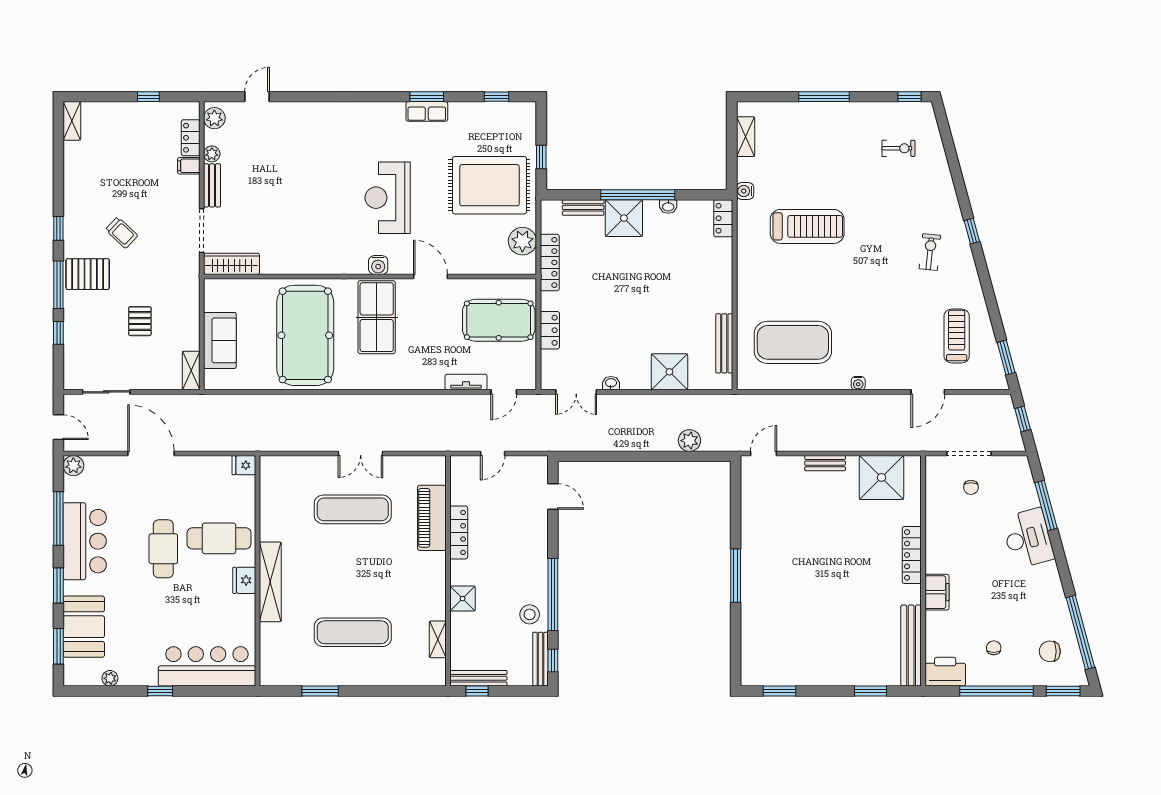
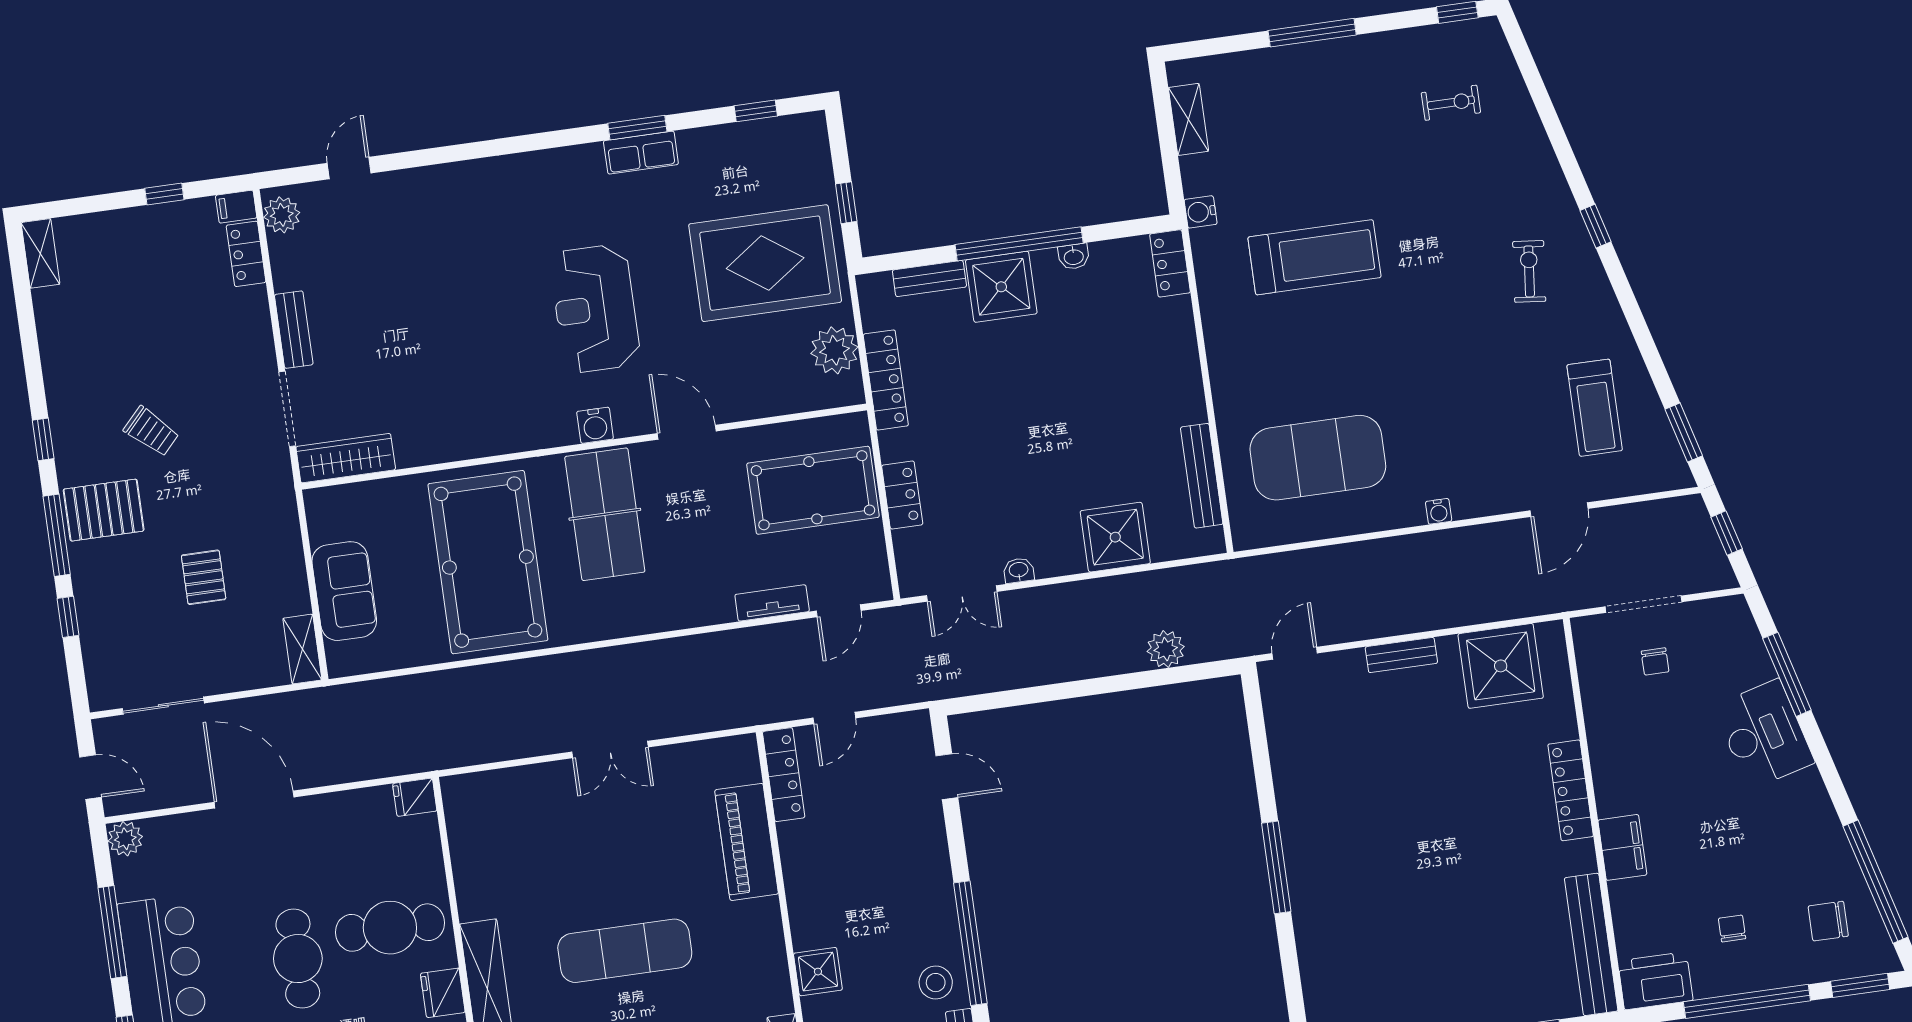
plant: (212, 154) -> (286, 276), removed
filing cabinet: (189, 166) -> (236, 207), moved
treadmill: (957, 336) -> (1595, 408), turned 180
exercise mat: (353, 509) -> (625, 951), moved
locker: (459, 532) -> (784, 775), moved

